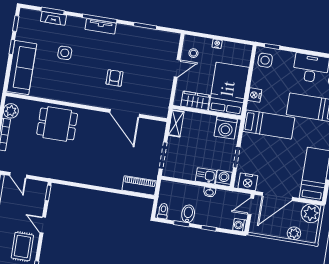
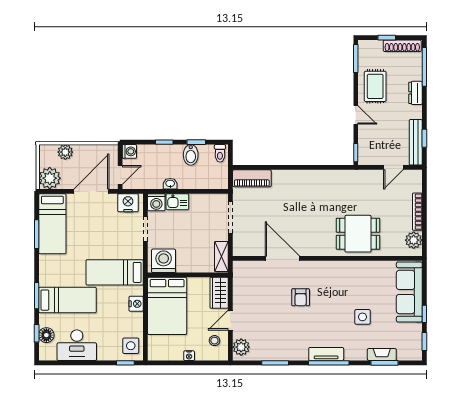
plant: (172, 44) -> (241, 347), added
wardrobe: (195, 101) -> (219, 293), moved, turned 90
door: (18, 175) -> (393, 167), swing flipped

